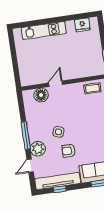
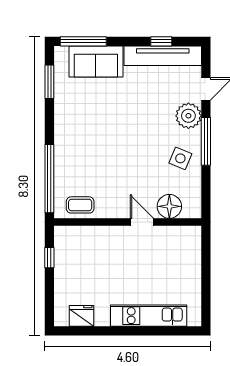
door: (56, 84) -> (142, 222), swing flipped
side table: (58, 132) -> (180, 158), moved
armchair: (69, 151) -> (136, 105), removed

